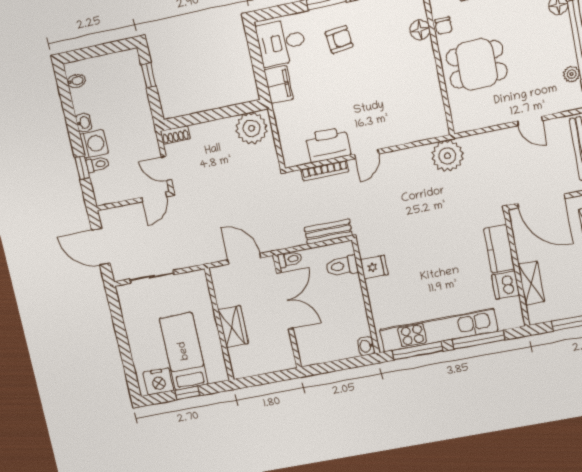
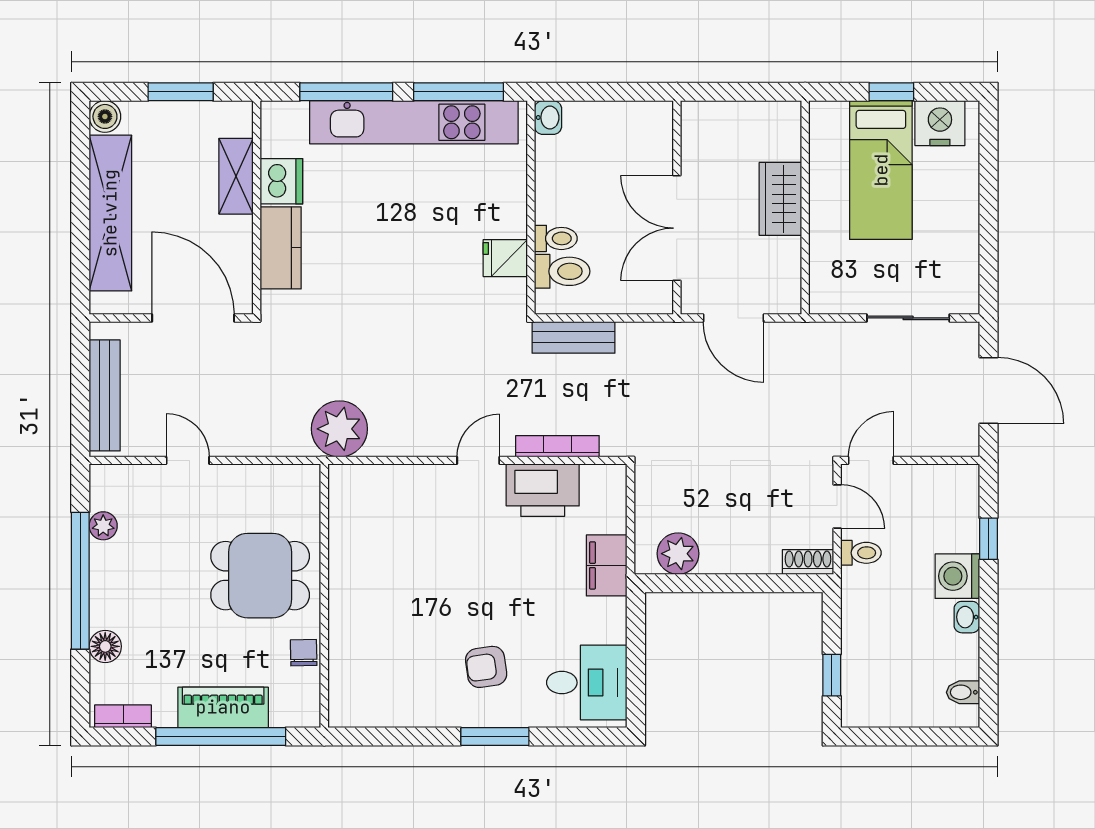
floor lamp: (420, 30) -> (345, 654), removed
filing cabinet: (279, 85) -> (607, 565), moved
plant: (252, 128) -> (678, 554), width x0.73, depth x0.73
toilet: (98, 164) -> (861, 553), moved, turned 180
toilet: (290, 259) -> (556, 238), moved, turned 180

